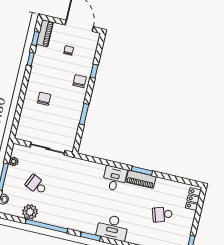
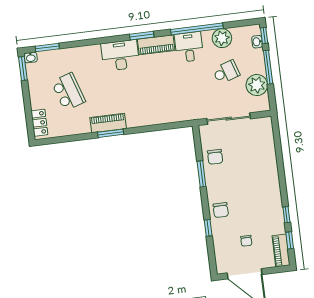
chair: (44, 99) -> (215, 157), moved
plant: (14, 161) -> (257, 85), width x1.87, depth x1.87
desk: (115, 179) -> (189, 47), moved, turned 180
school desk: (36, 185) -> (226, 72), turned -42
school desk: (162, 214) -> (68, 92), width x1.85
piano: (82, 225) -> (156, 45), added

